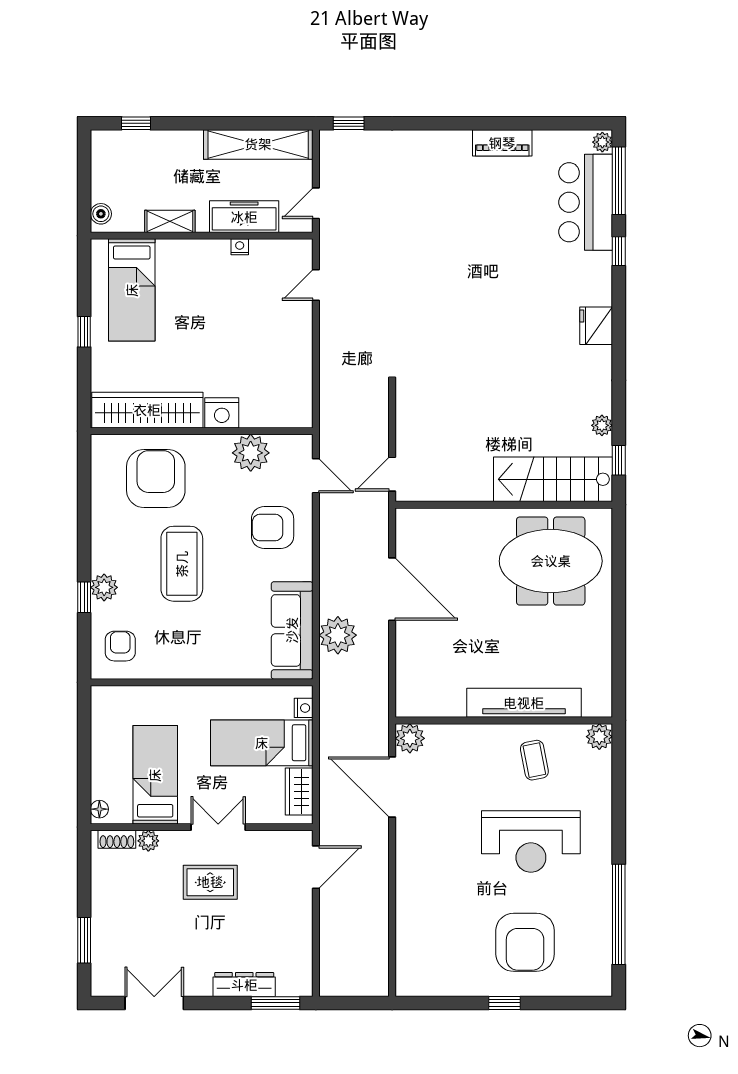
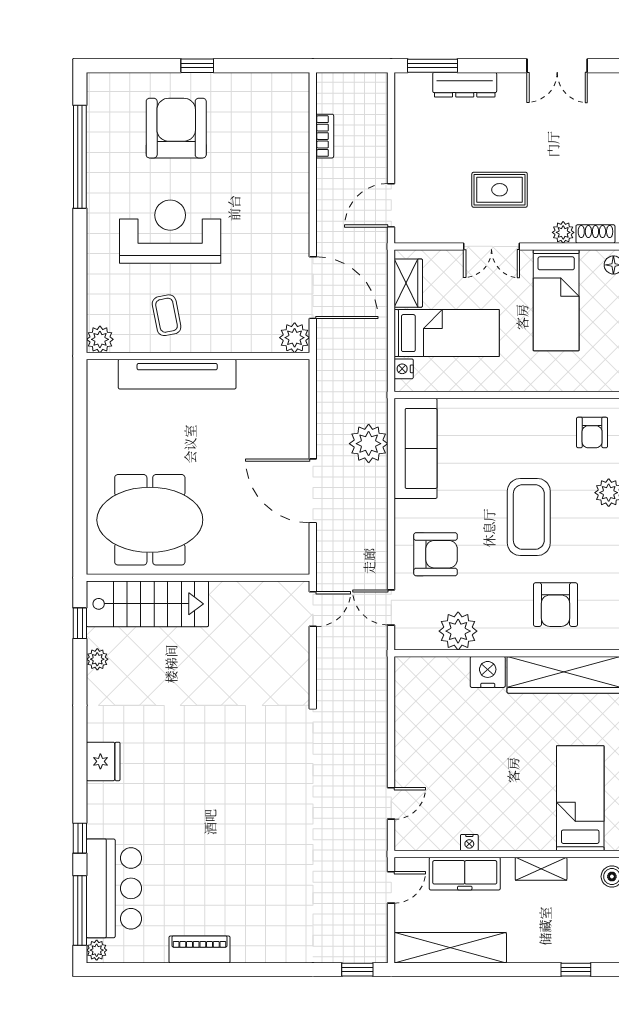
armchair: (156, 479) -> (555, 605), width x0.73, depth x0.73
bookcase: (380, 935) -> (325, 136), added

